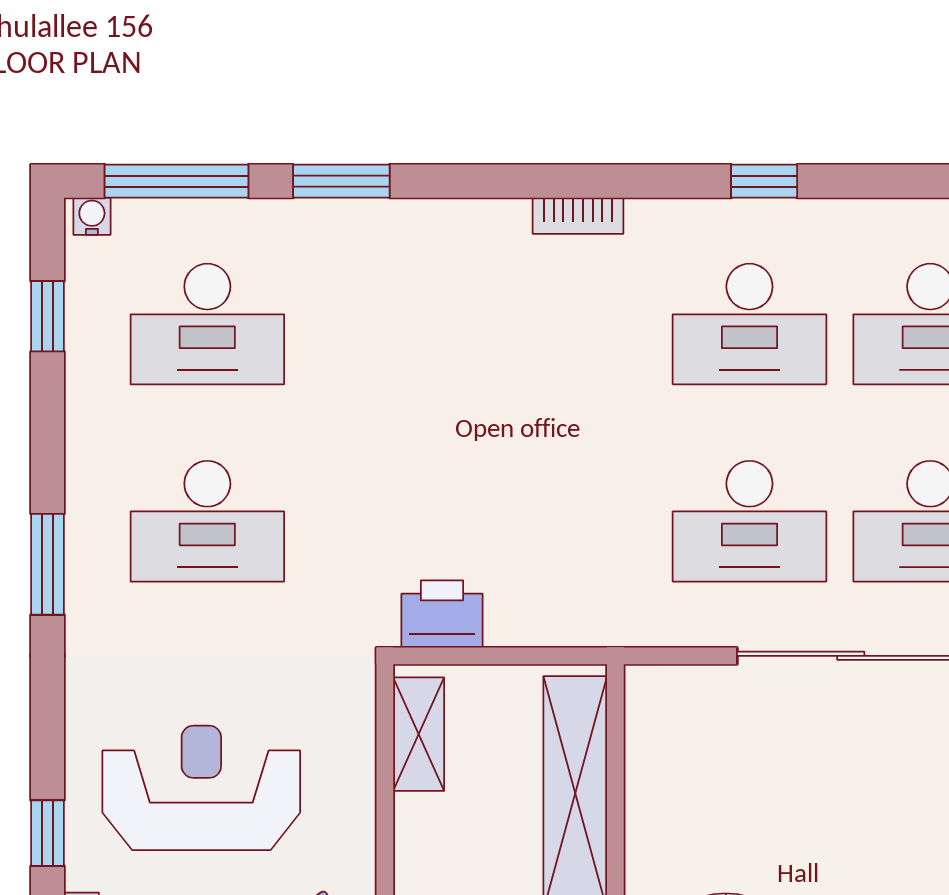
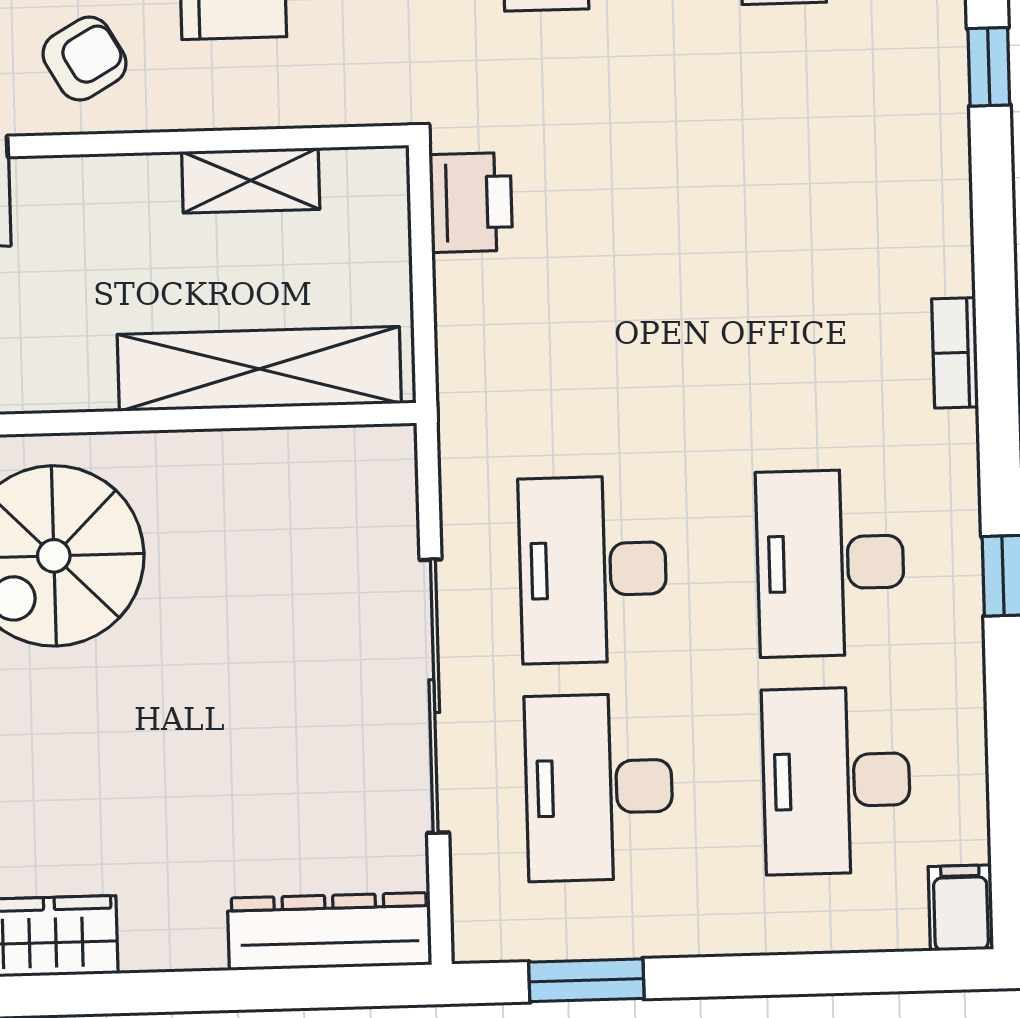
window: (341, 181) -> (989, 67), width x0.67
shelving: (419, 734) -> (251, 180), moved

